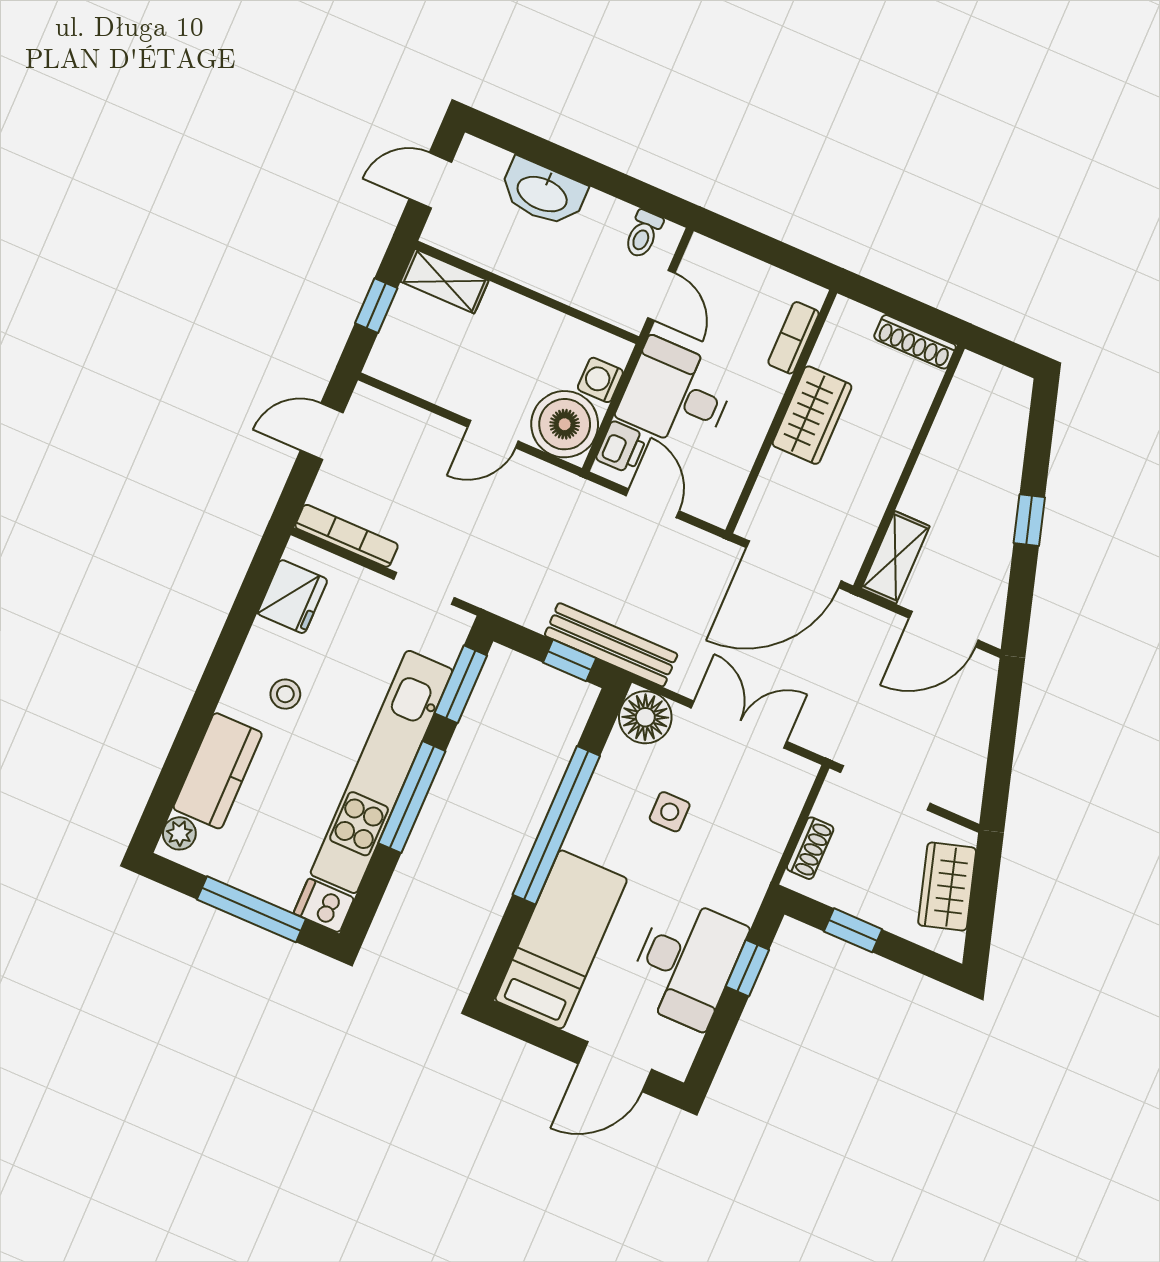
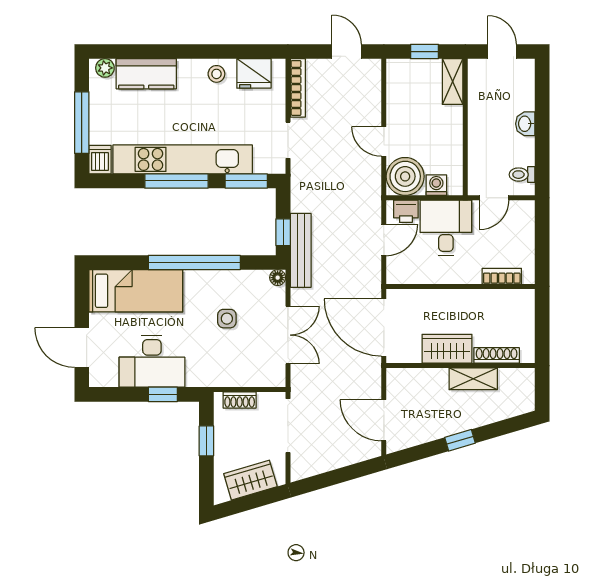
washbasin: (543, 193) -> (525, 124), width x0.52, depth x0.69
shoe rack: (915, 342) -> (497, 355), moved, turned 90
wardrobe: (812, 415) -> (447, 349), moved, turned 180
shelving: (895, 557) -> (473, 379), moved
stool: (285, 694) -> (216, 74), moved
floor lamp: (645, 717) -> (278, 278), width x0.53, depth x0.53

